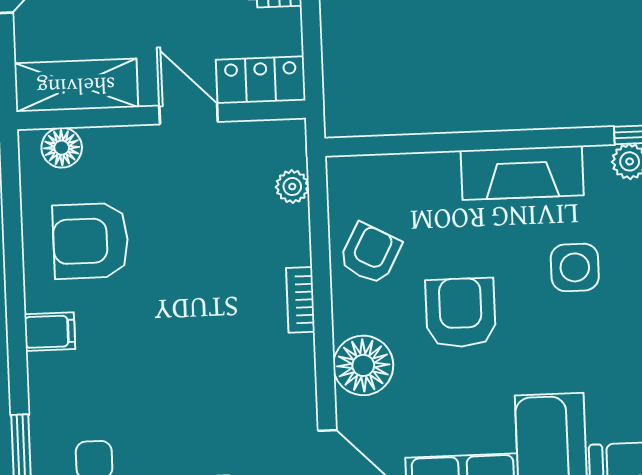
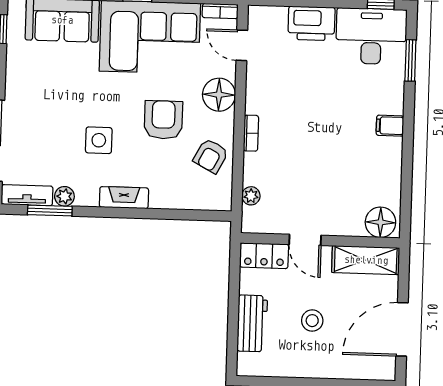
floor lamp: (62, 148) -> (380, 222), width x1.38, depth x1.38
fireplace: (522, 173) -> (124, 198), width x0.73, depth x0.76
armchair: (91, 241) -> (364, 174), removed
armchair: (461, 313) -> (163, 120), turned 180

